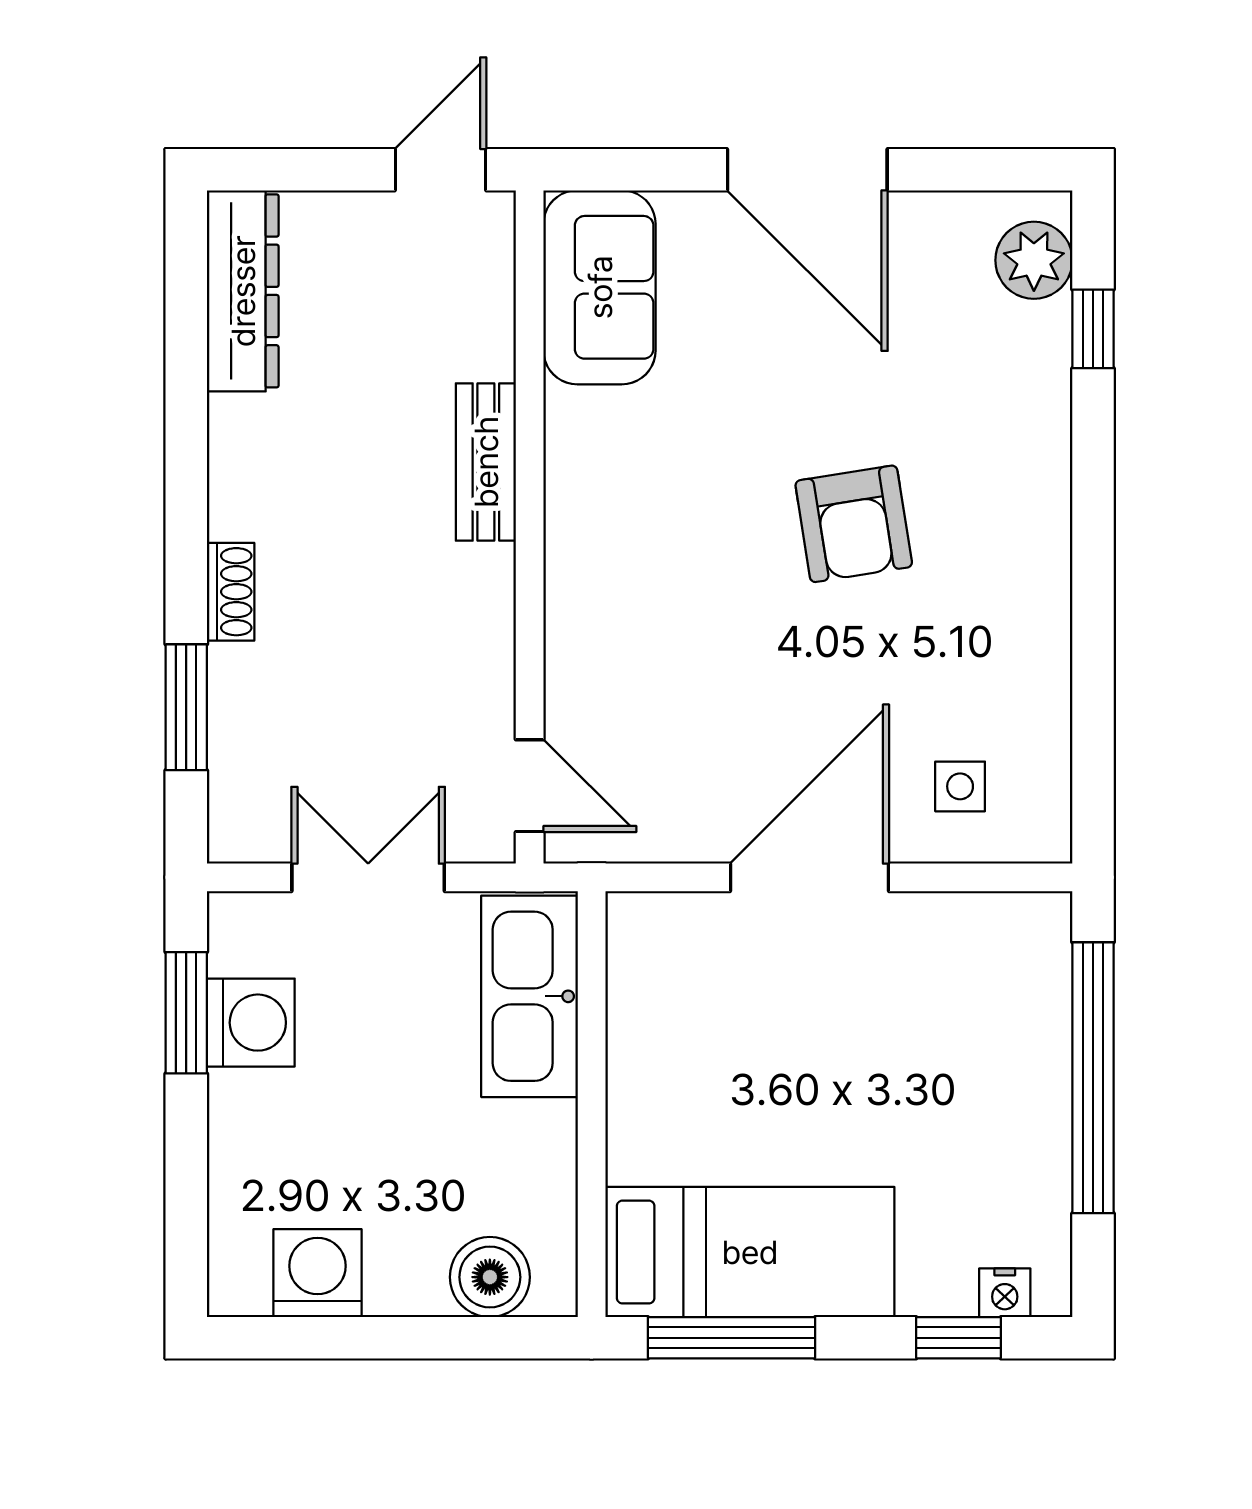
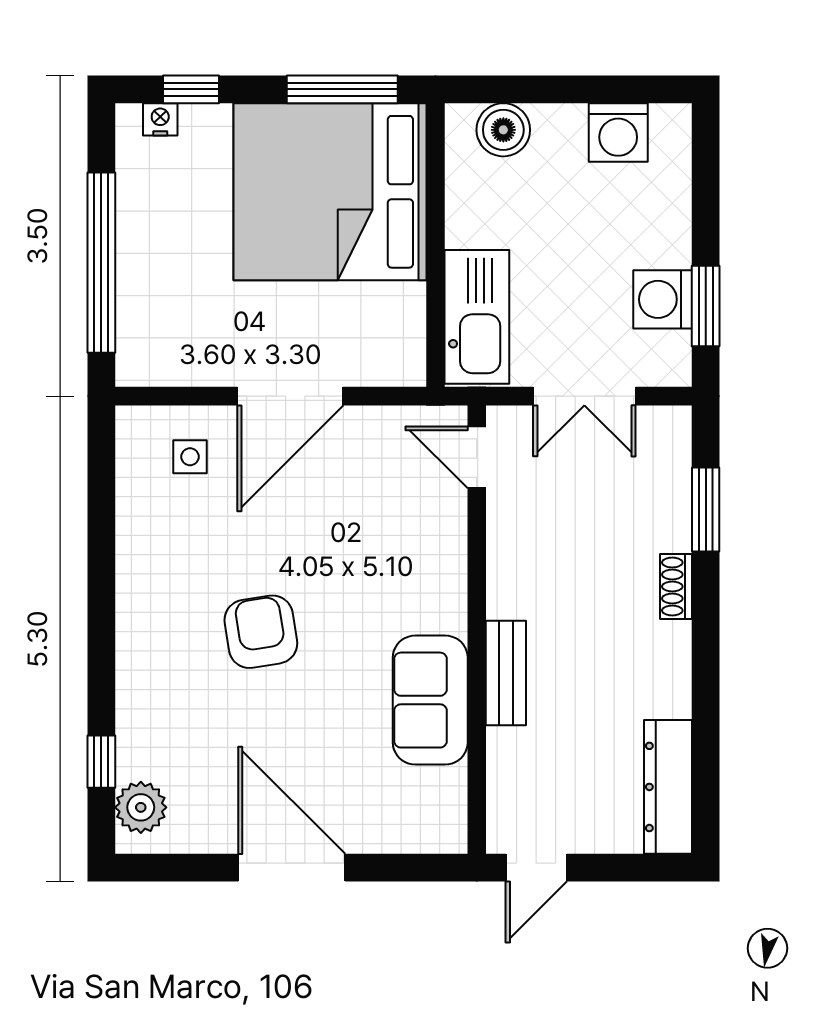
sofa: (600, 287) -> (430, 700), moved
bed: (750, 1252) -> (330, 192), width x2.04

